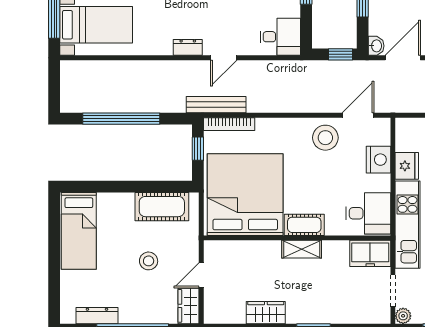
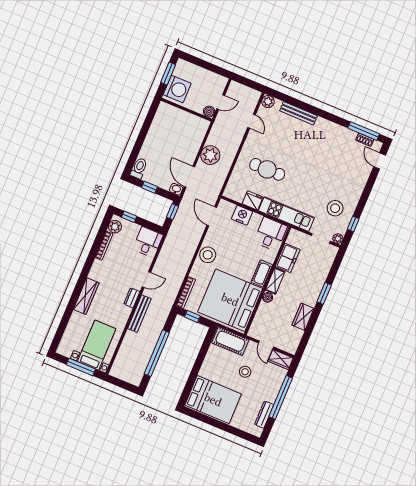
door: (224, 58) -> (146, 280), hinge flipped
bench: (216, 105) -> (139, 314), moved
stool: (325, 138) -> (208, 255), moved
cot: (162, 207) -> (230, 341), moved, turned 90
bed: (79, 231) -> (213, 400), width x1.50
boiler: (273, 248) -> (268, 297), added
freezer: (370, 253) -> (288, 258), moved

